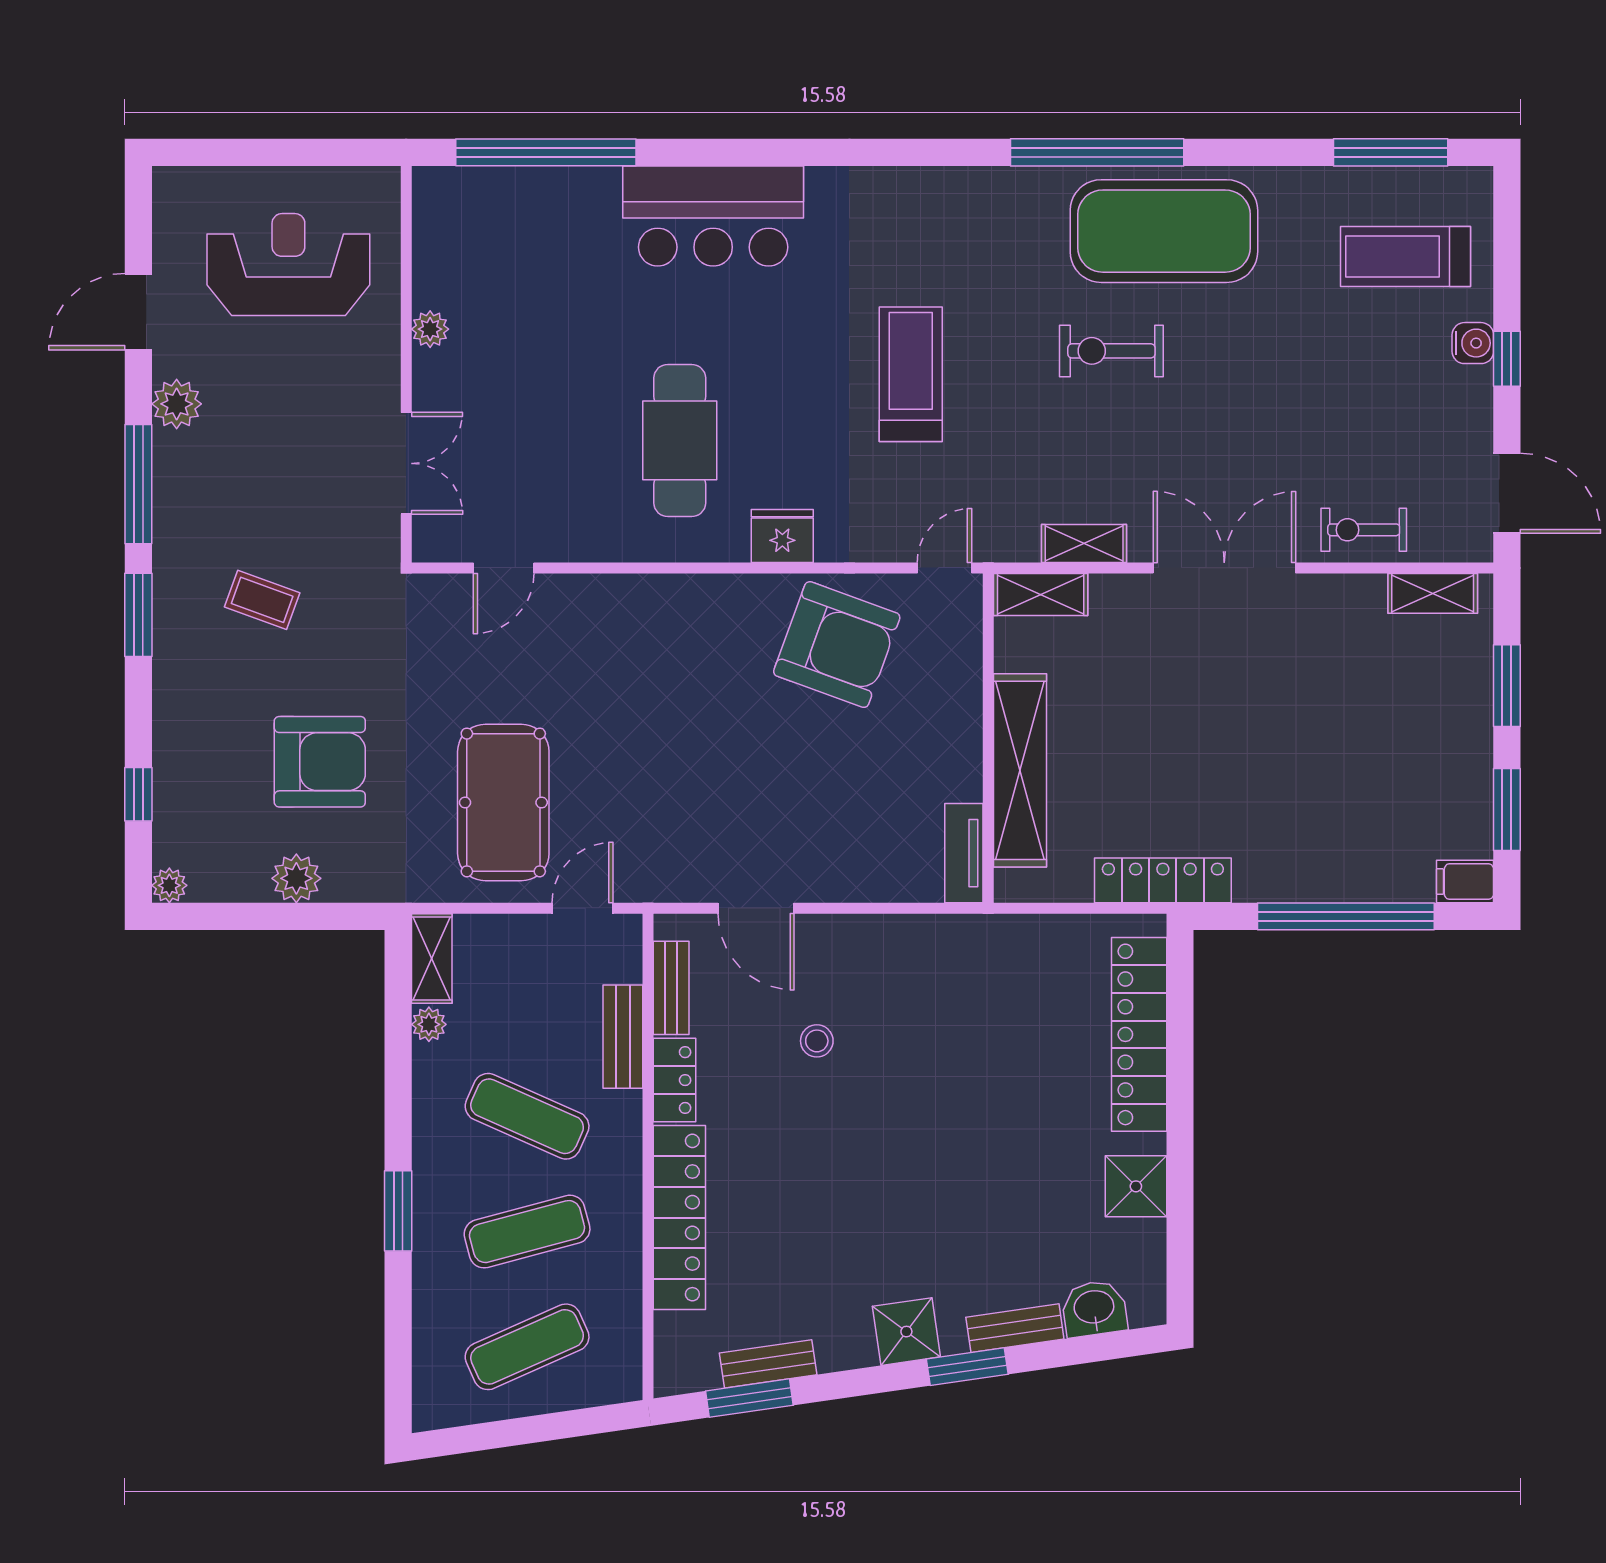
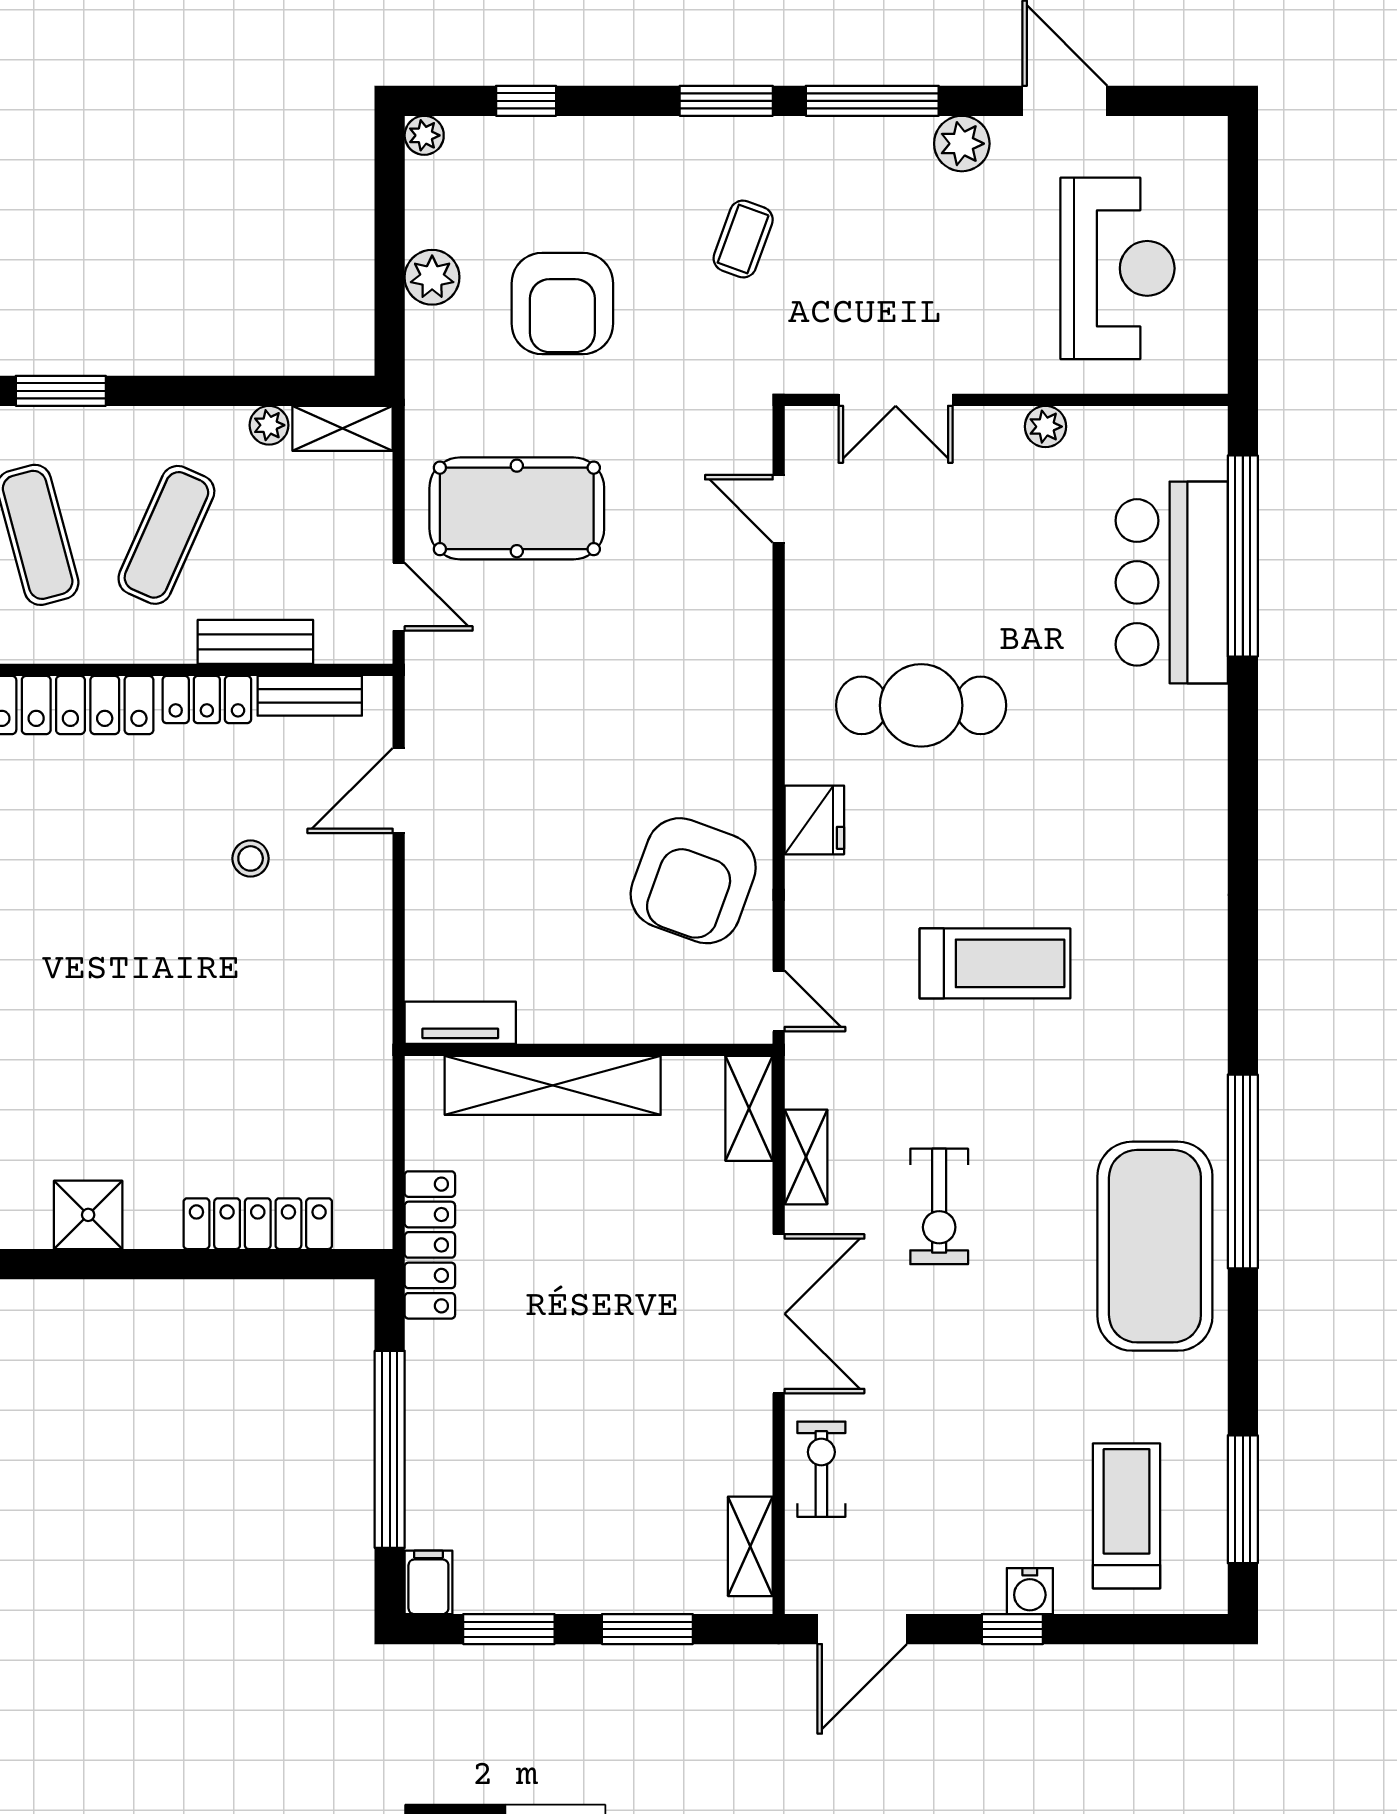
bar counter: (713, 216) -> (1172, 582), moved
exercise bike: (1111, 351) -> (939, 1206), moved, turned 180
locker: (1139, 1034) -> (258, 1224), width x0.71, depth x0.83

